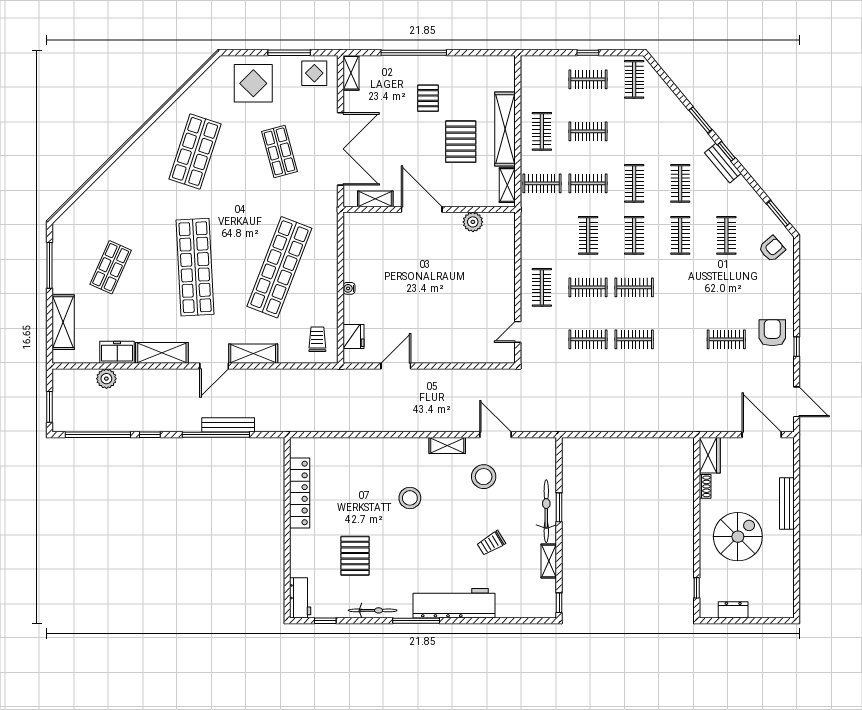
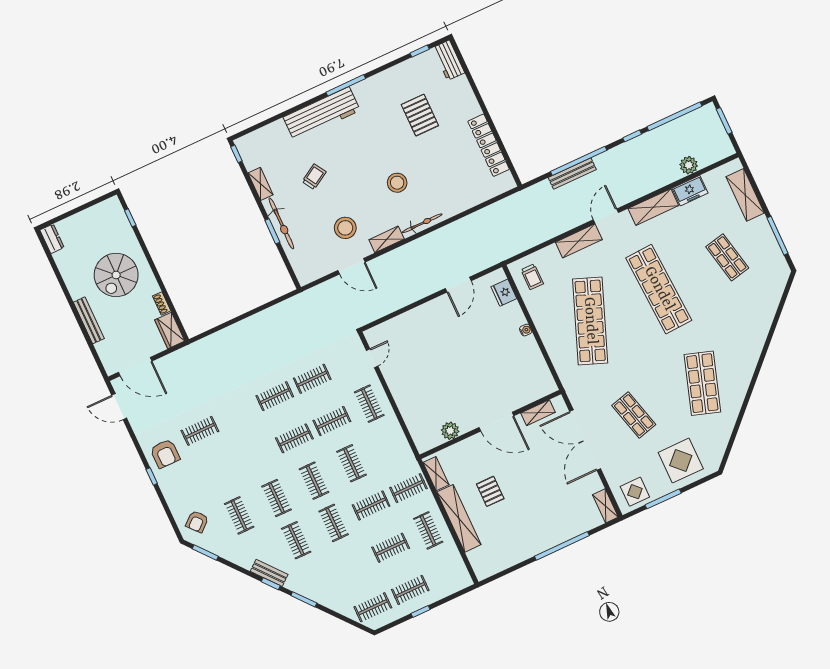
clothes rail: (634, 79) -> (373, 607), turned 90
pallet: (428, 98) -> (533, 514), removed
pallet: (461, 142) -> (490, 491), width x0.67, depth x0.71
shop shelf: (111, 267) -> (727, 257), turned -36
window: (797, 347) -> (152, 476), moved
bicycle: (373, 610) -> (422, 223), moved, turned 180
dresser: (733, 610) -> (52, 239), moved, turned -90

